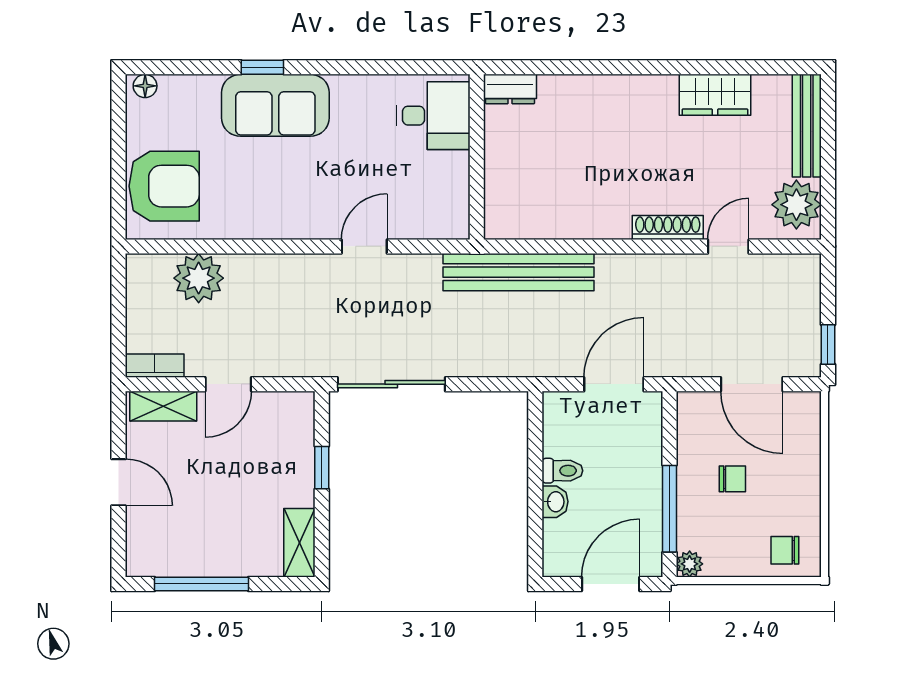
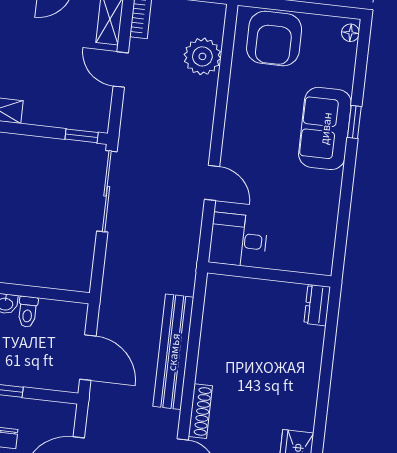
desk: (433, 116) -> (238, 240), moved, turned 90
bench: (518, 272) -> (173, 352), moved
window: (322, 468) -> (82, 136), moved

